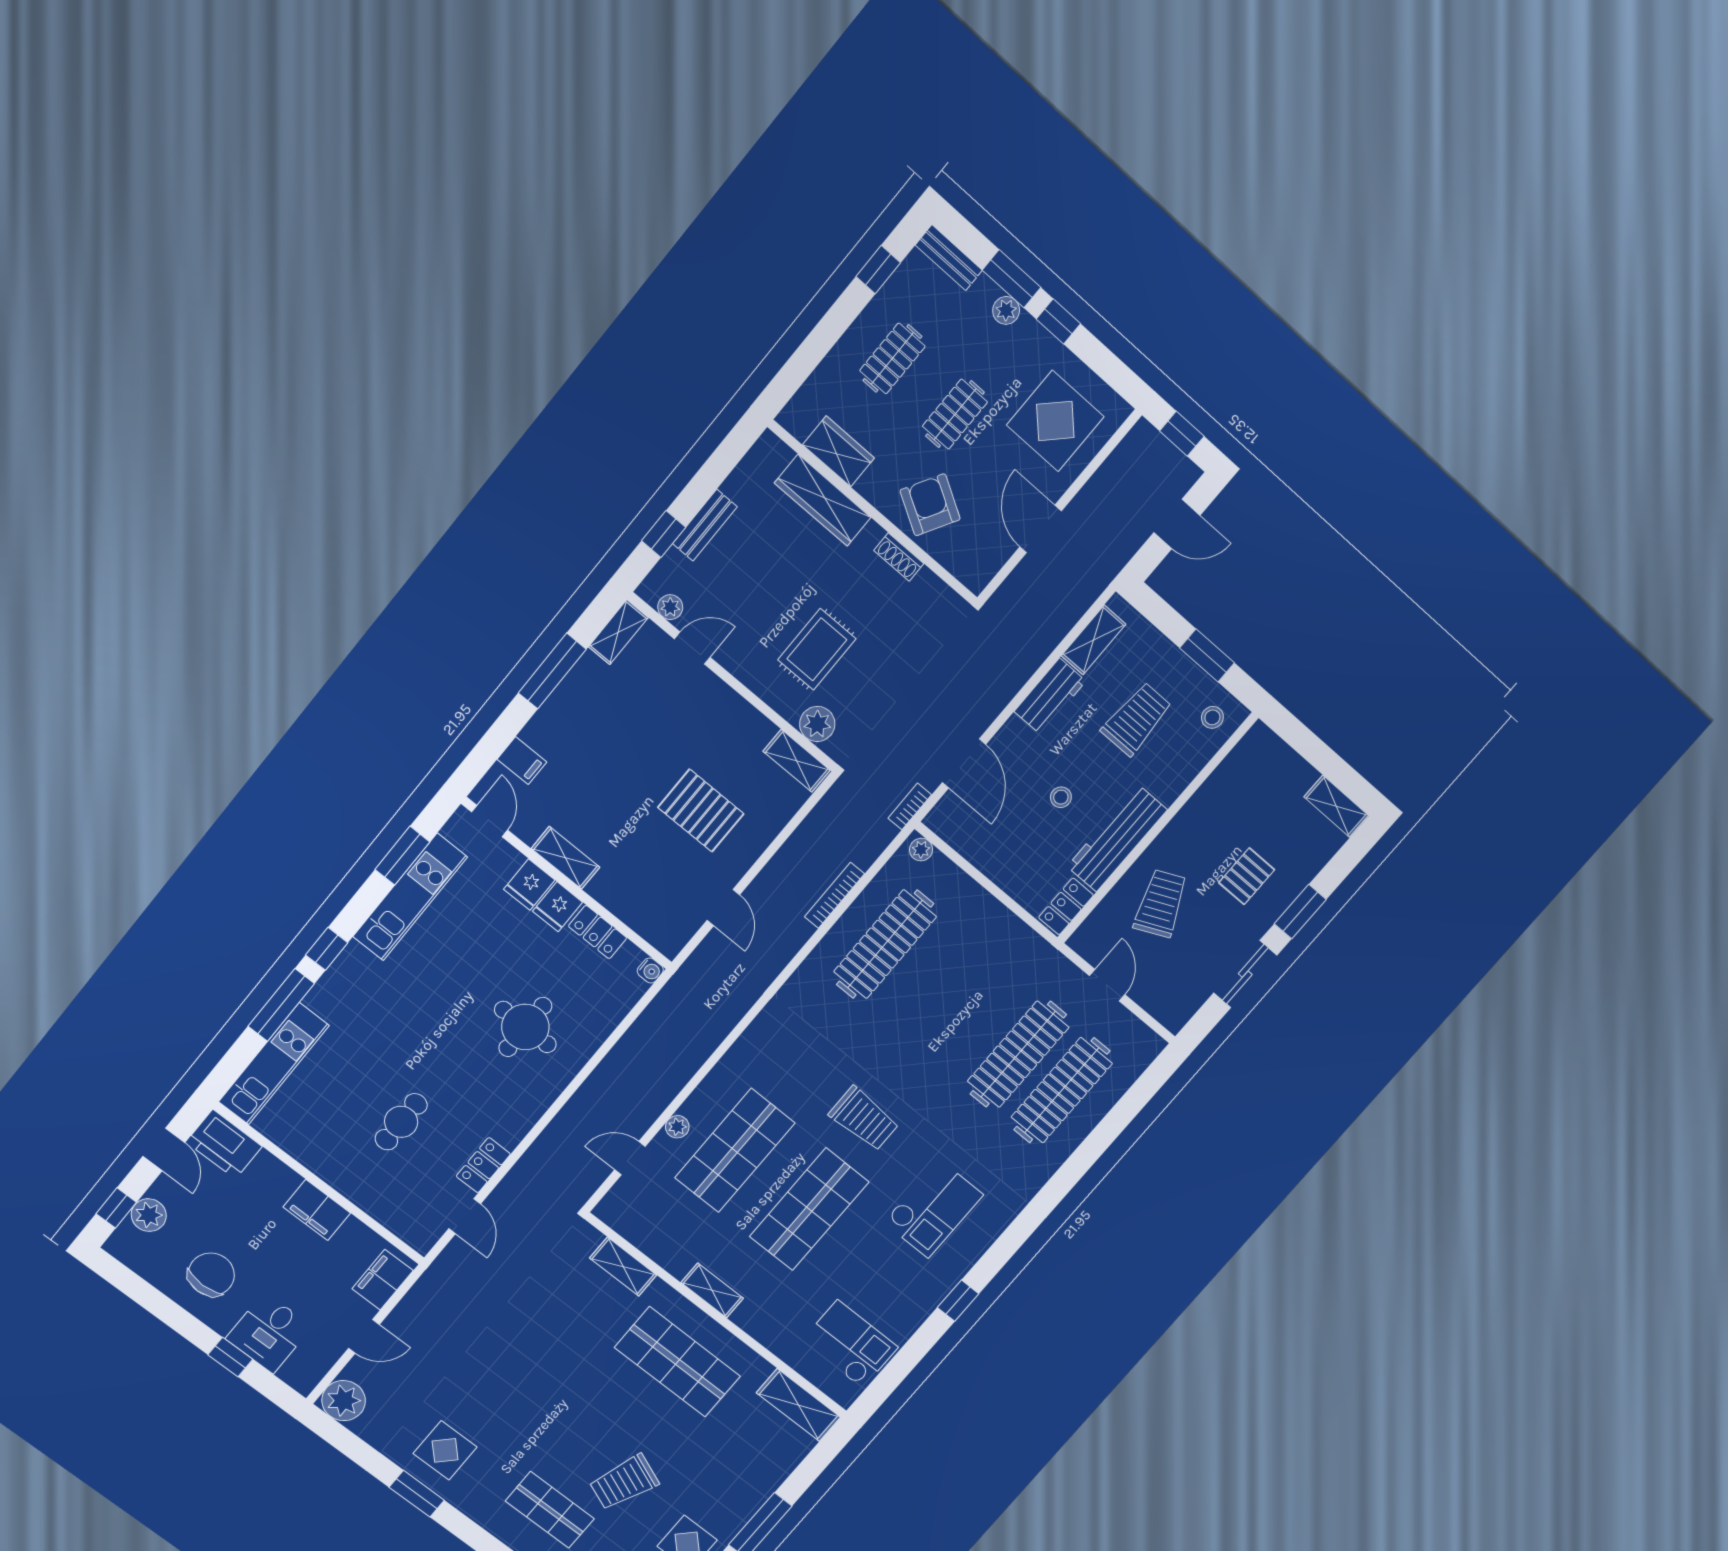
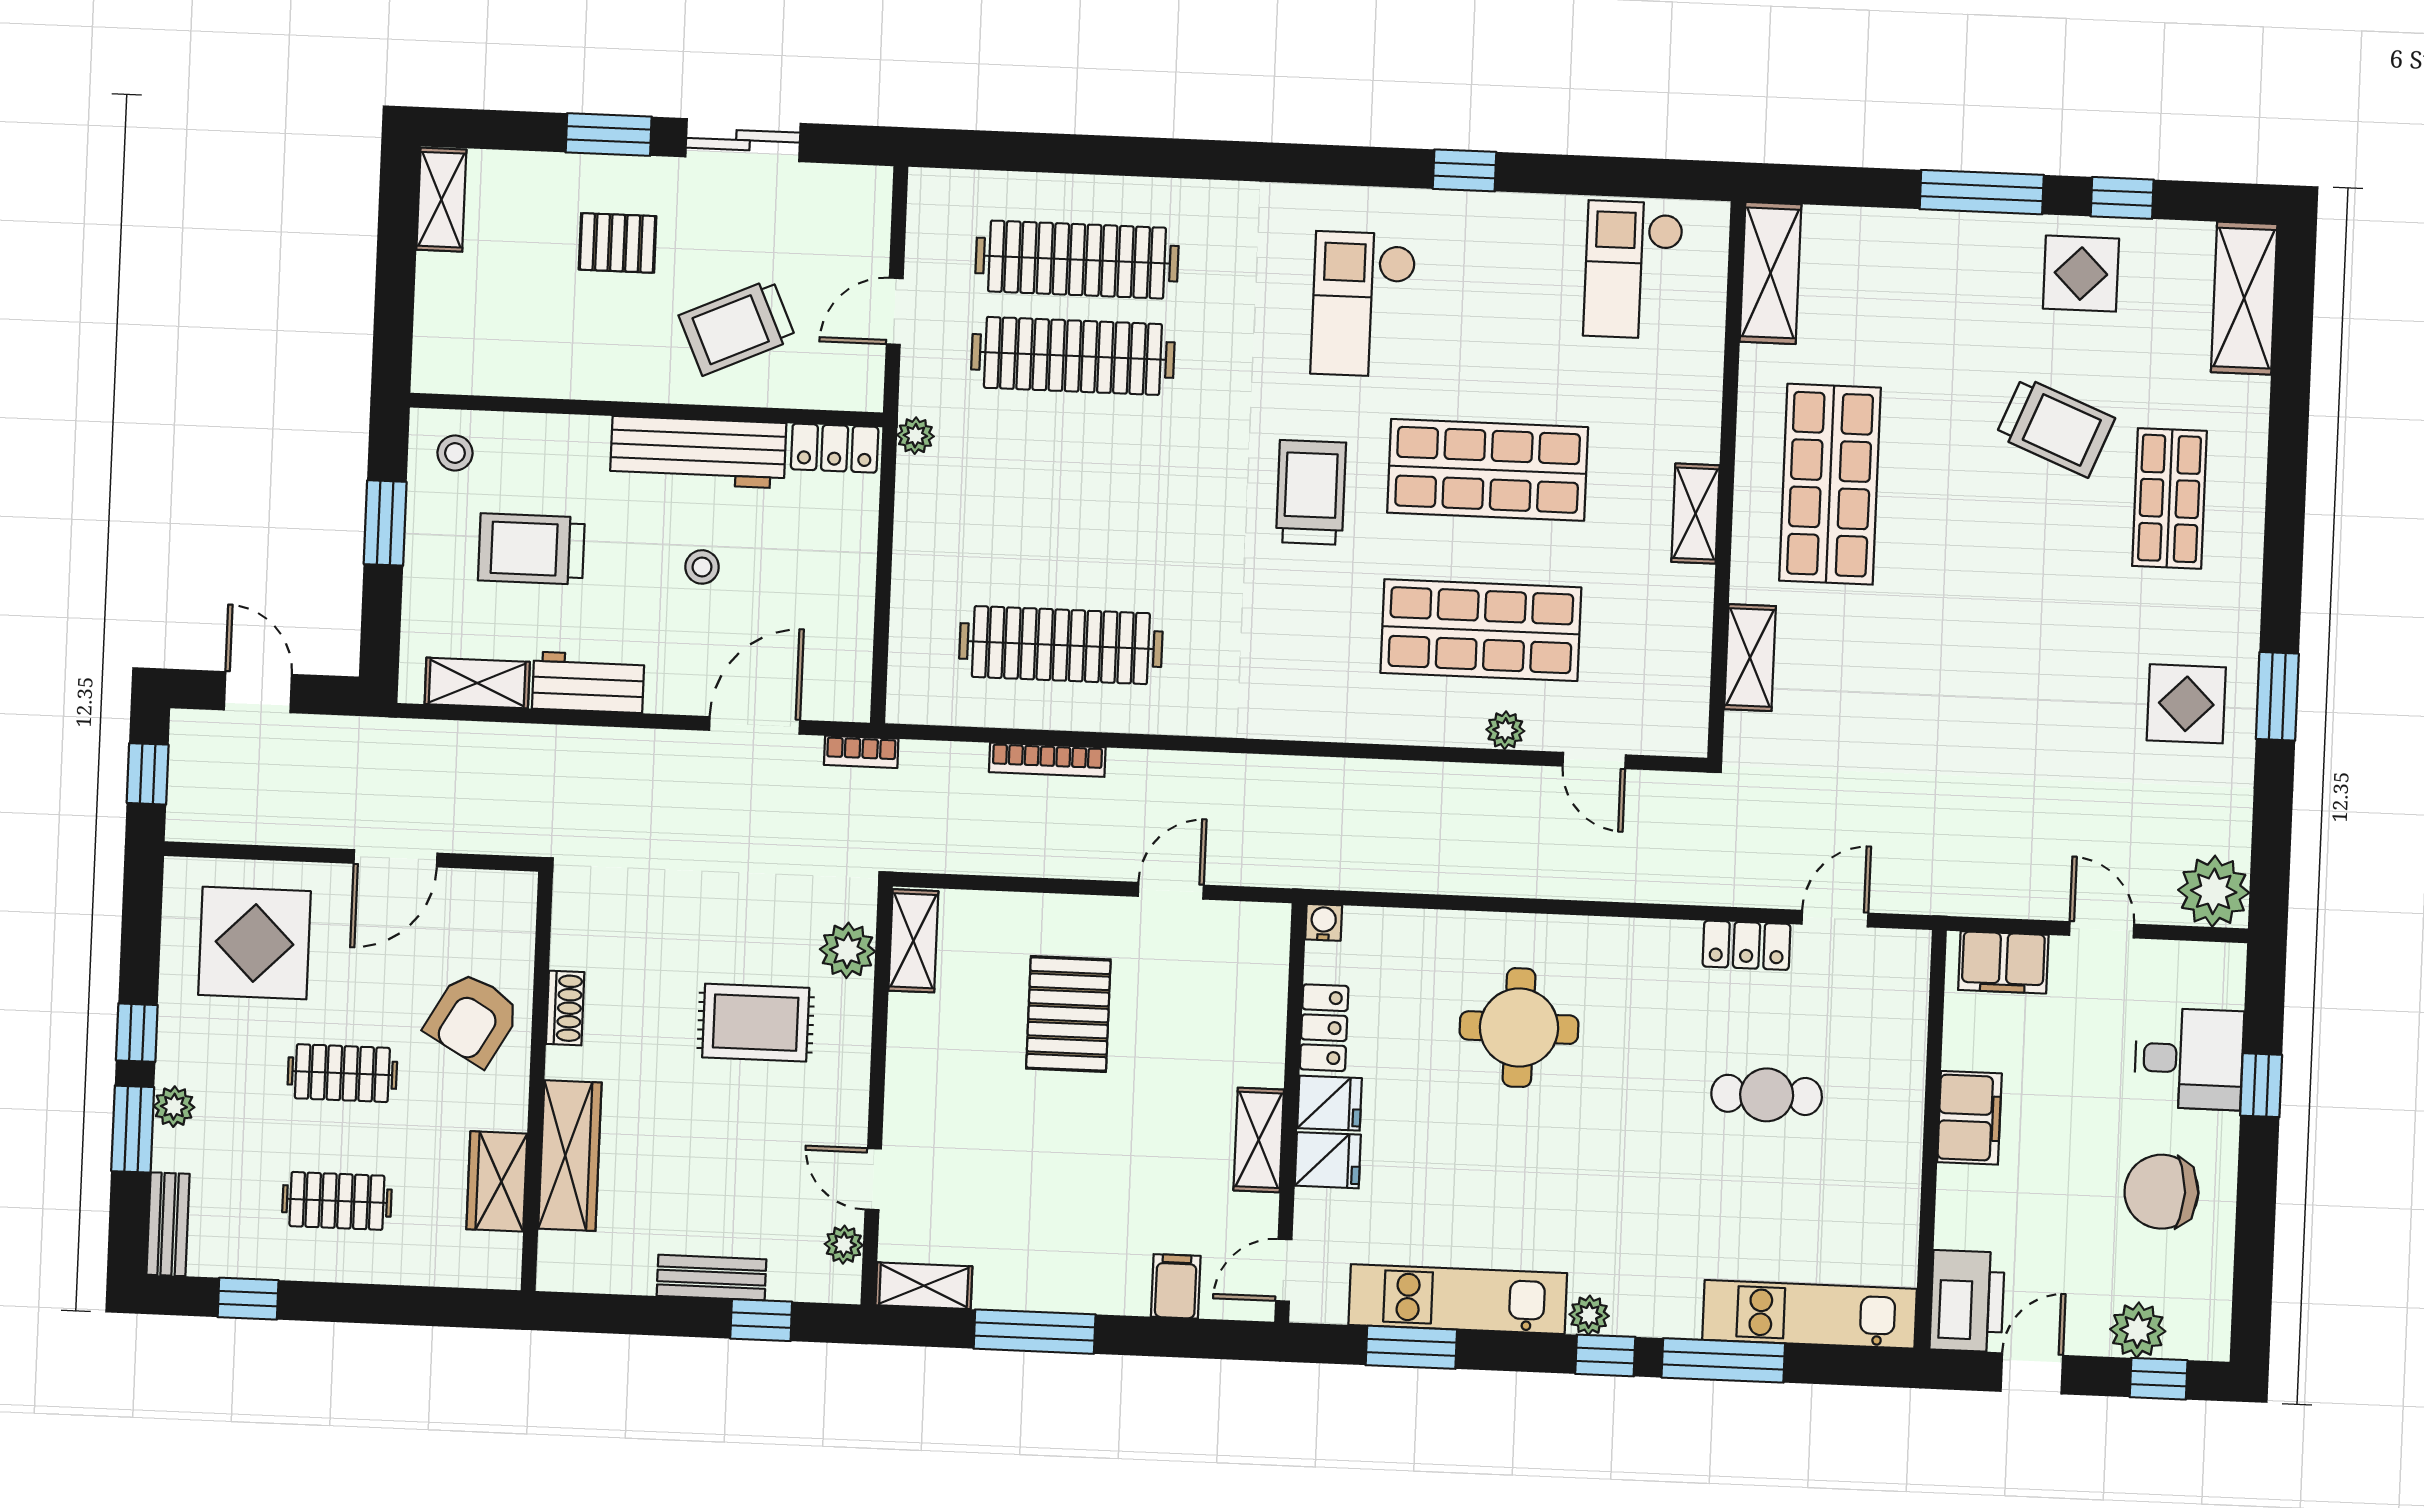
plant: (921, 850) -> (915, 436), moved
plant: (353, 956) -> (1589, 1315), added
checkout: (933, 1209) -> (1363, 304), turned -90

